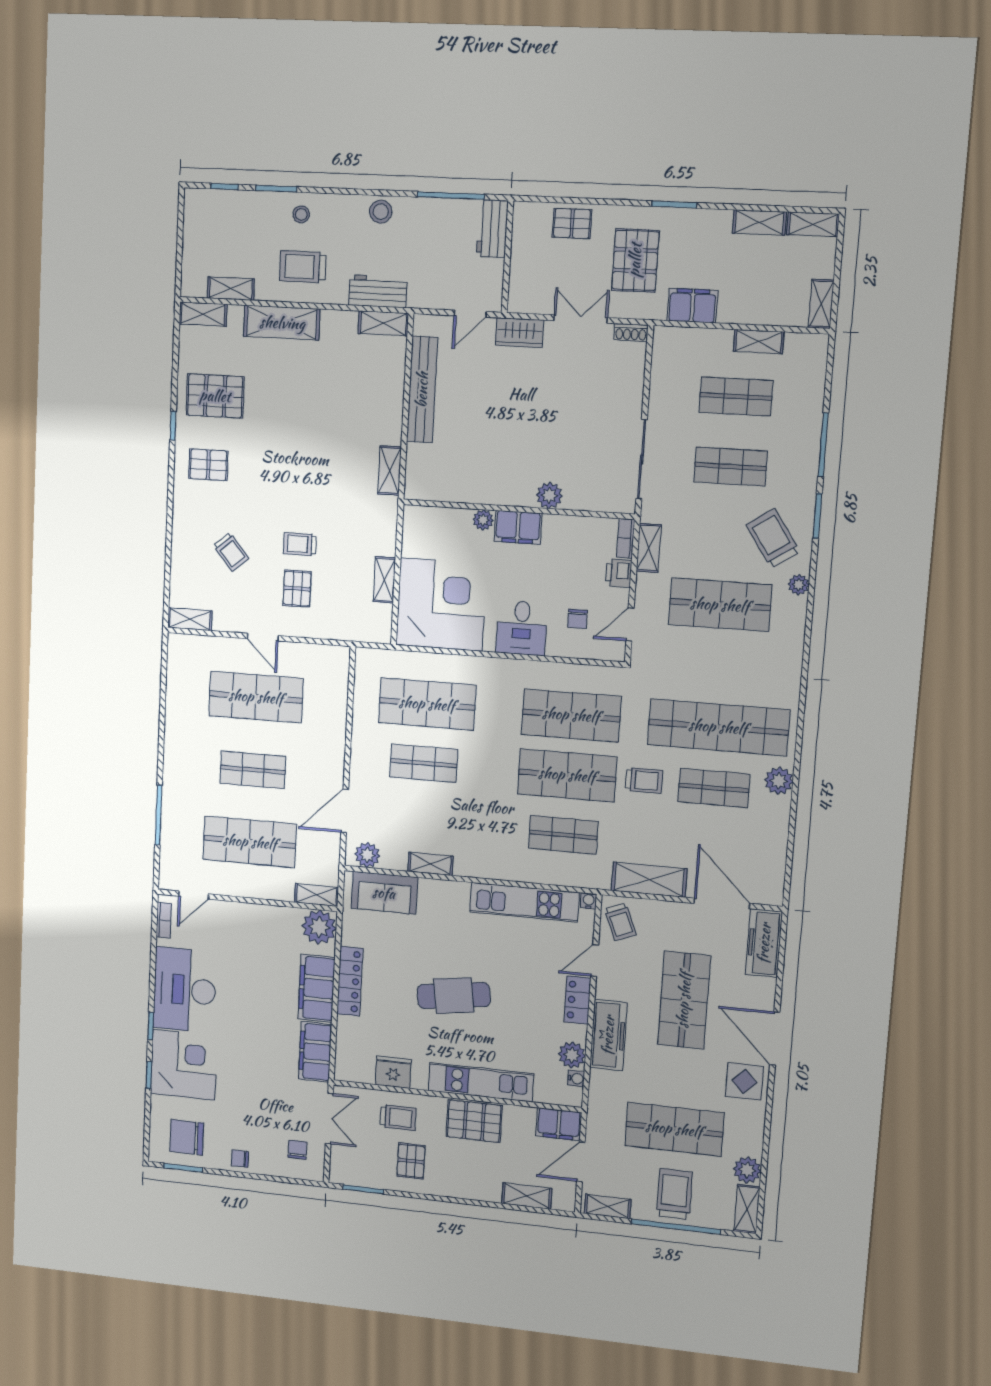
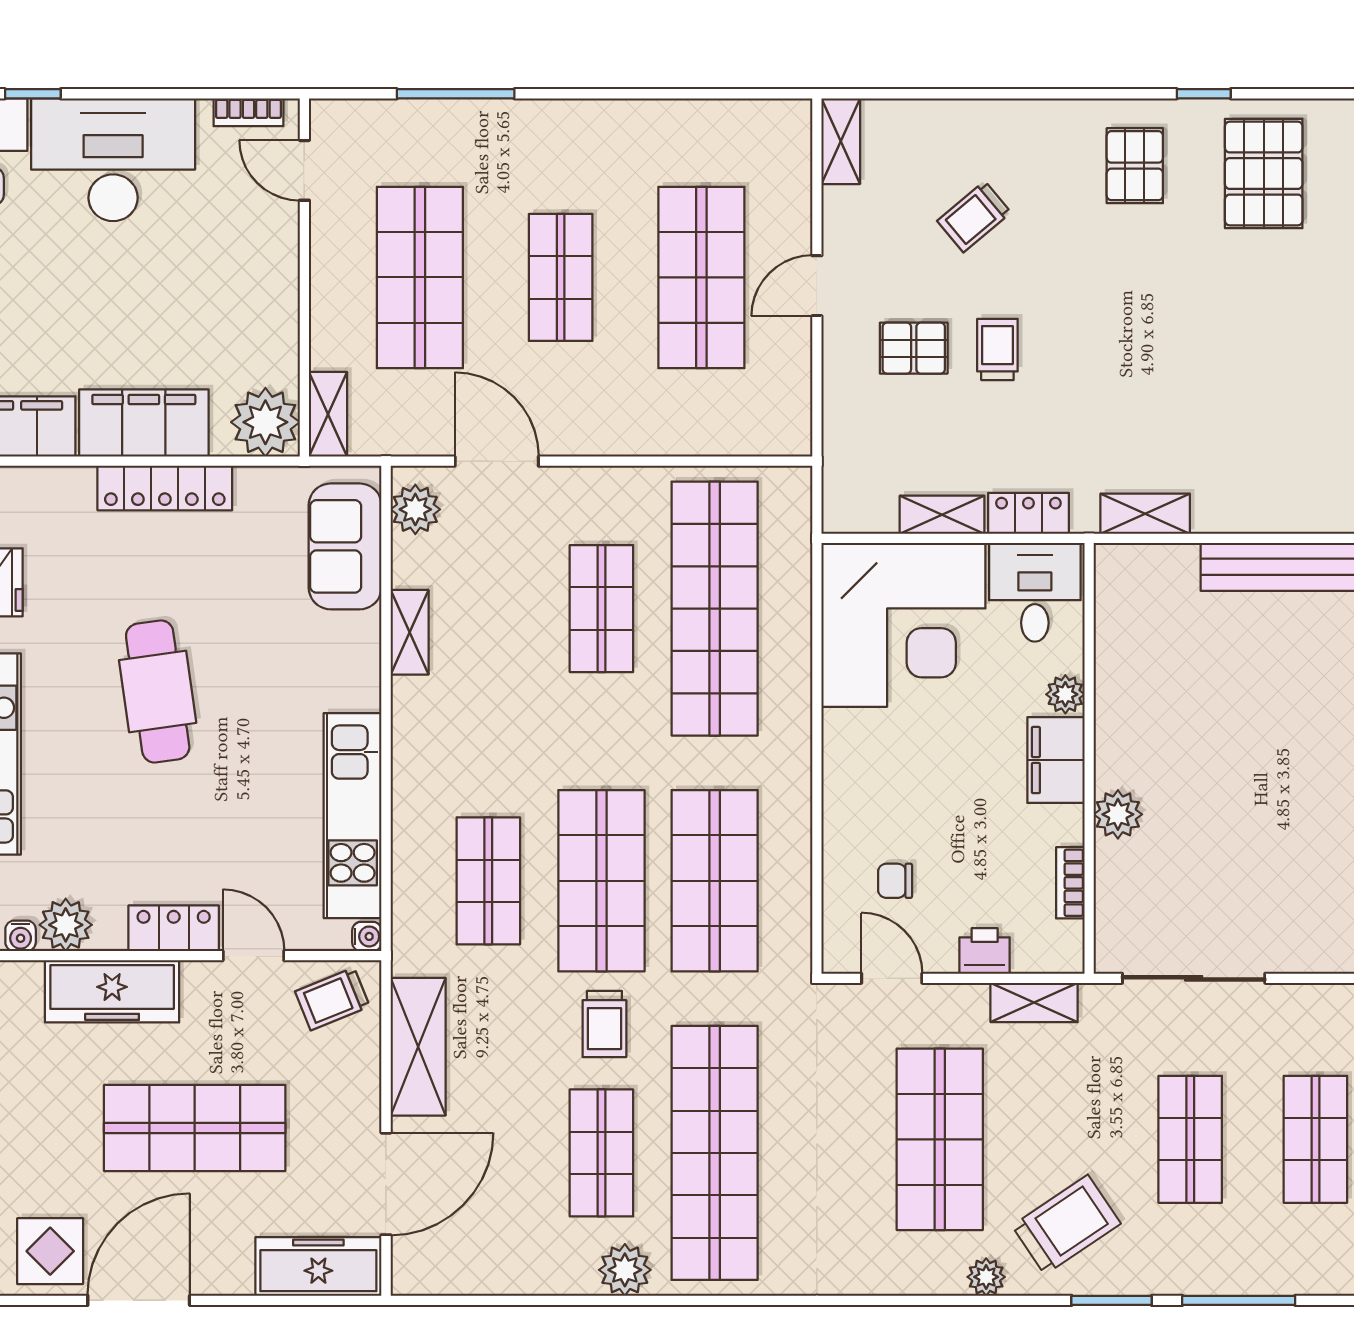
locker: (386, 533) -> (1028, 513), added
bookcase: (626, 538) -> (1070, 883), moved, turned -90
desk: (522, 628) -> (1035, 592), moved, turned 90
shop shelf: (427, 704) -> (715, 609), width x1.40

